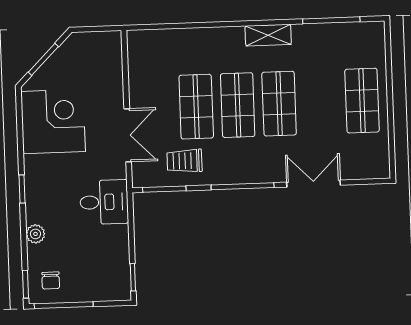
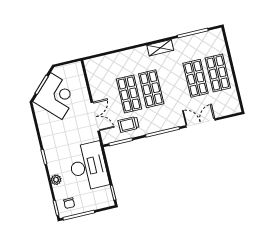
shop shelf: (279, 104) -> (196, 78), moved
corner desk: (53, 121) -> (56, 96), moved, turned 45
desk: (104, 202) -> (88, 166), width x1.87, depth x1.30

